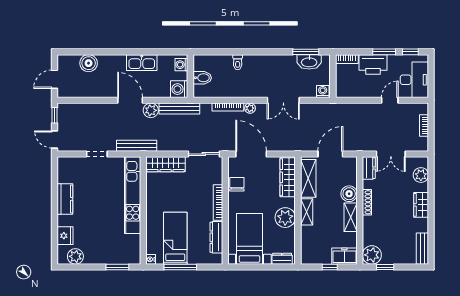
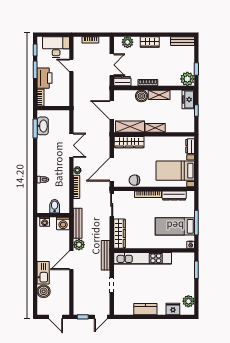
kitchen sink: (142, 63) -> (43, 273), moved
washing machine: (323, 91) -> (65, 116), removed
plant: (285, 218) -> (159, 144), removed

